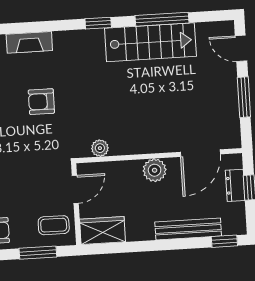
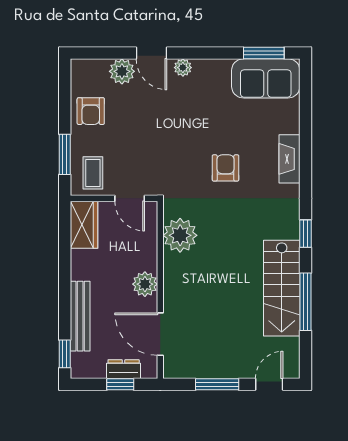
plant: (100, 148) -> (180, 235), width x1.88, depth x1.88

